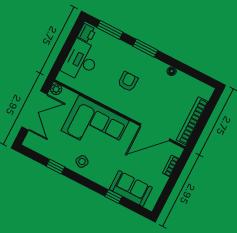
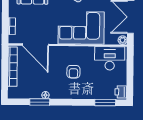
window: (145, 48) -> (40, 102), moved
desk: (81, 61) -> (110, 58), moved, turned -90
door: (155, 132) -> (35, 45), swing flipped

